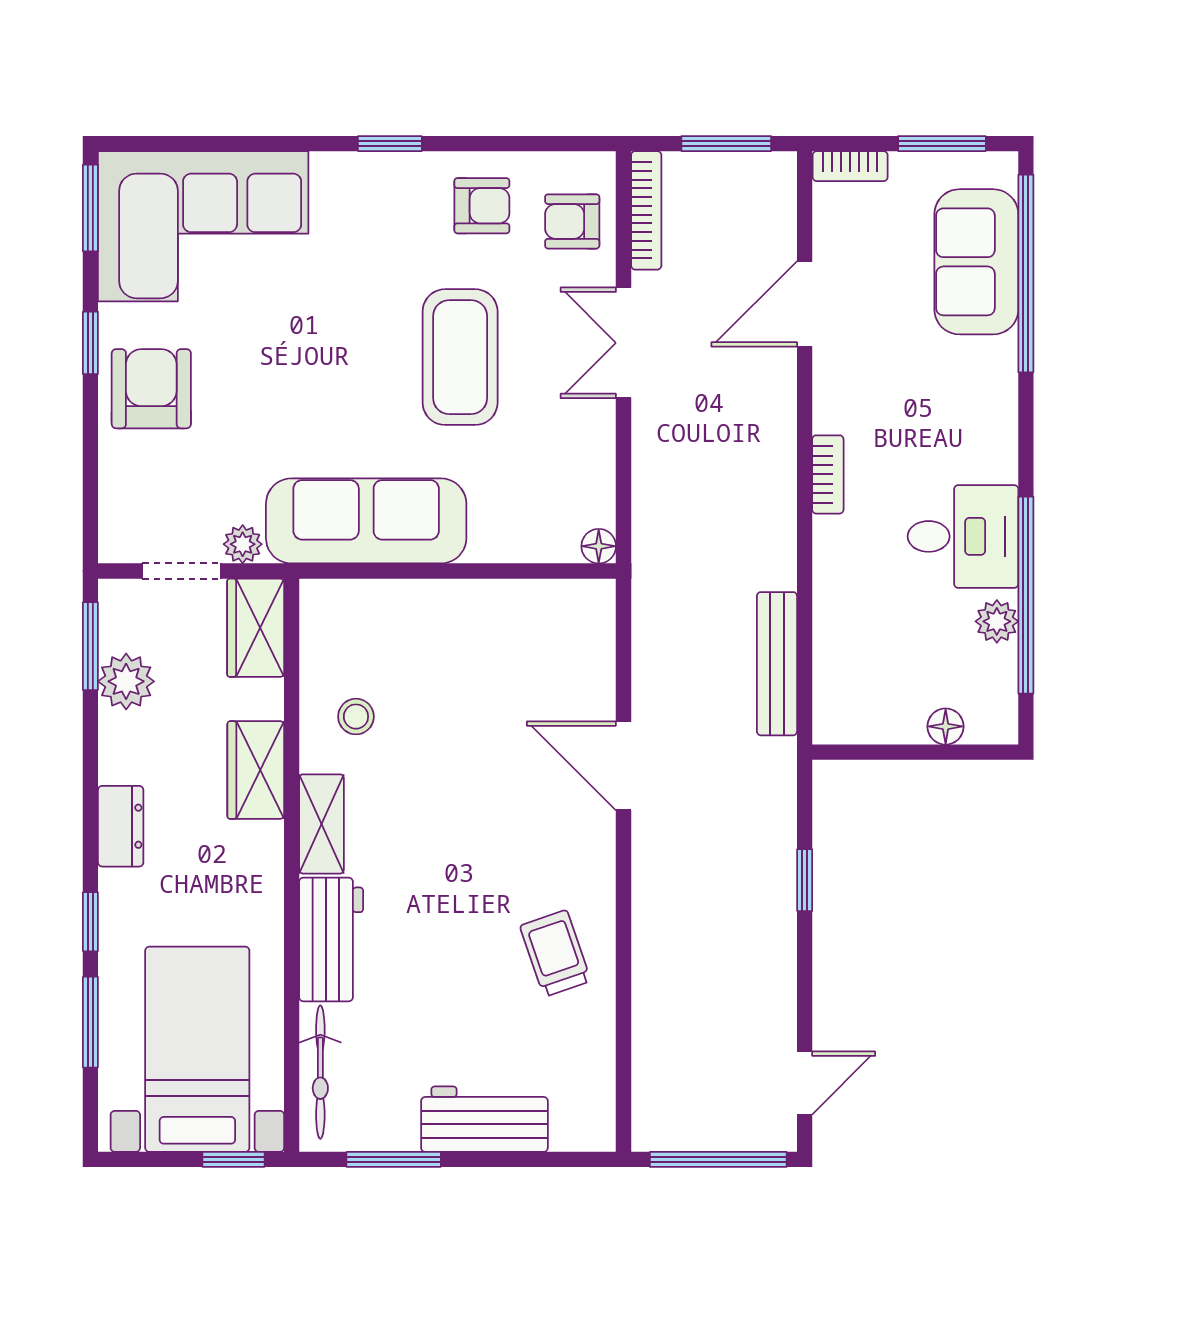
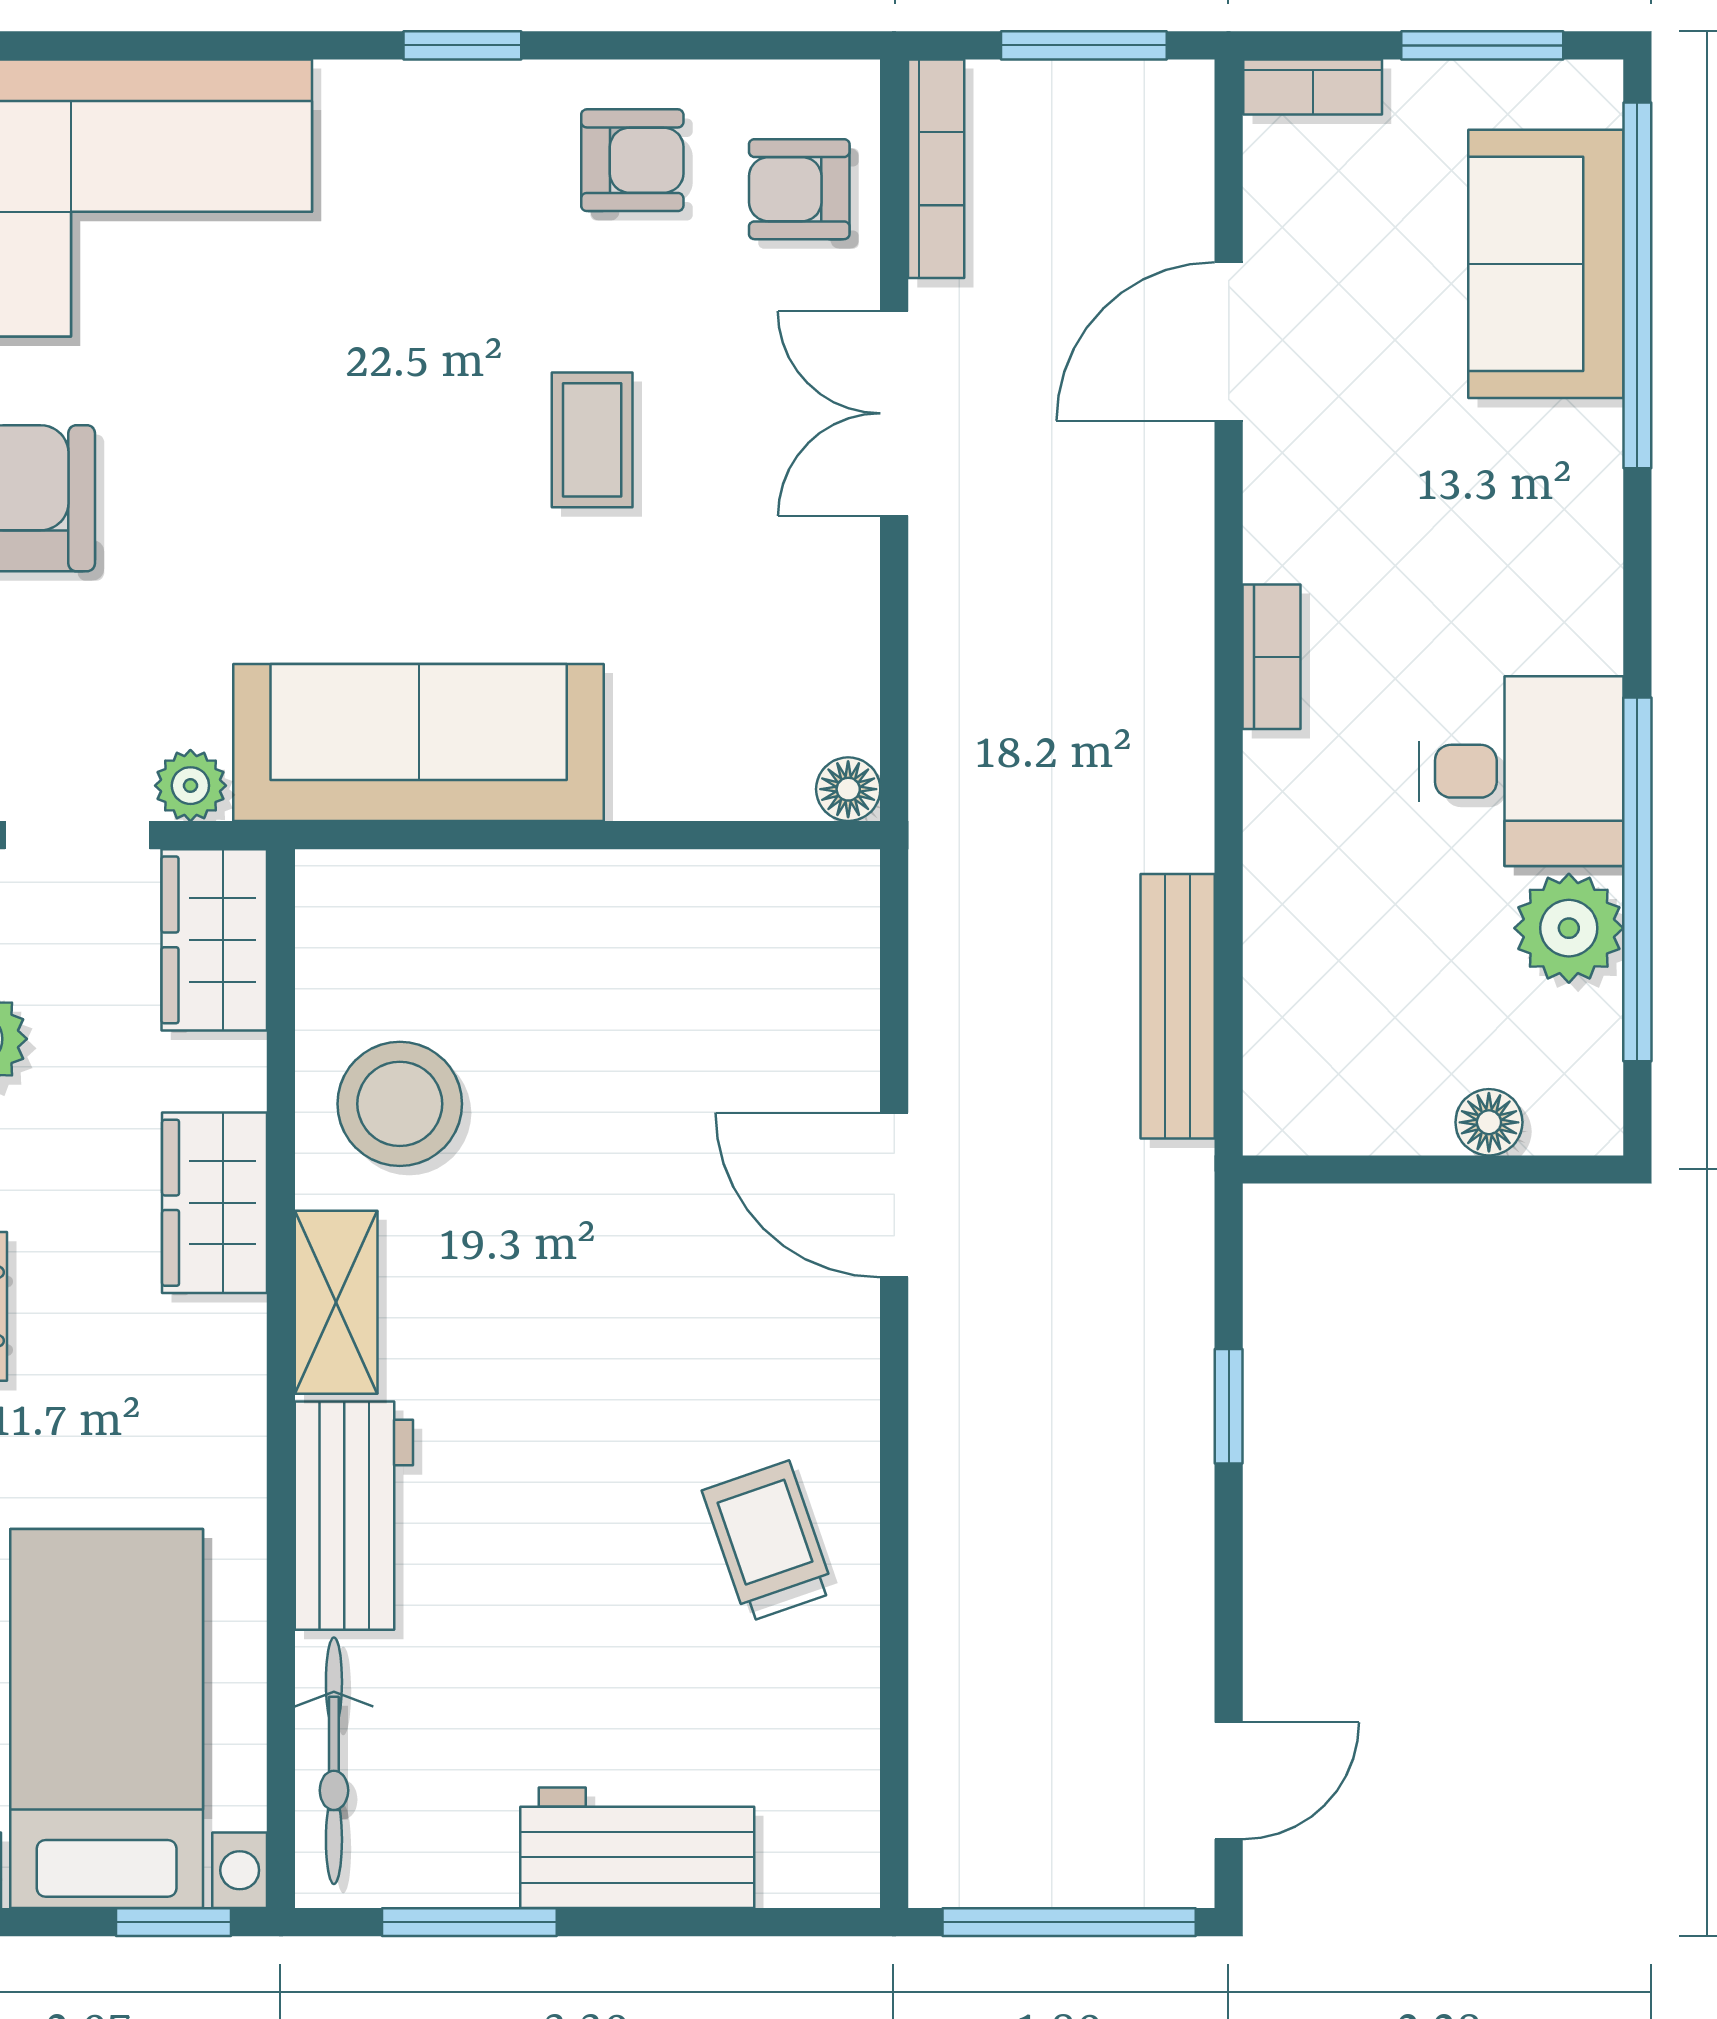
coffee table: (460, 357) -> (592, 440), width x0.54, depth x0.58
plant: (997, 621) -> (1569, 928), width x1.38, depth x1.38
stool: (356, 717) -> (400, 1104), width x1.89, depth x1.89

